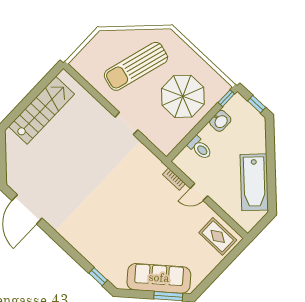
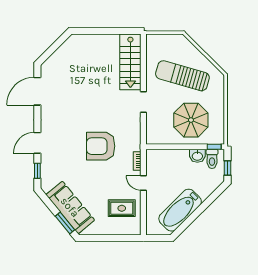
stairs: (41, 110) -> (130, 62), moved, turned 90
toilet: (200, 148) -> (212, 159), moved
armchair: (130, 199) -> (101, 146), added
rug: (218, 236) -> (122, 208), moved, turned 90
door: (73, 253) -> (37, 143), added

